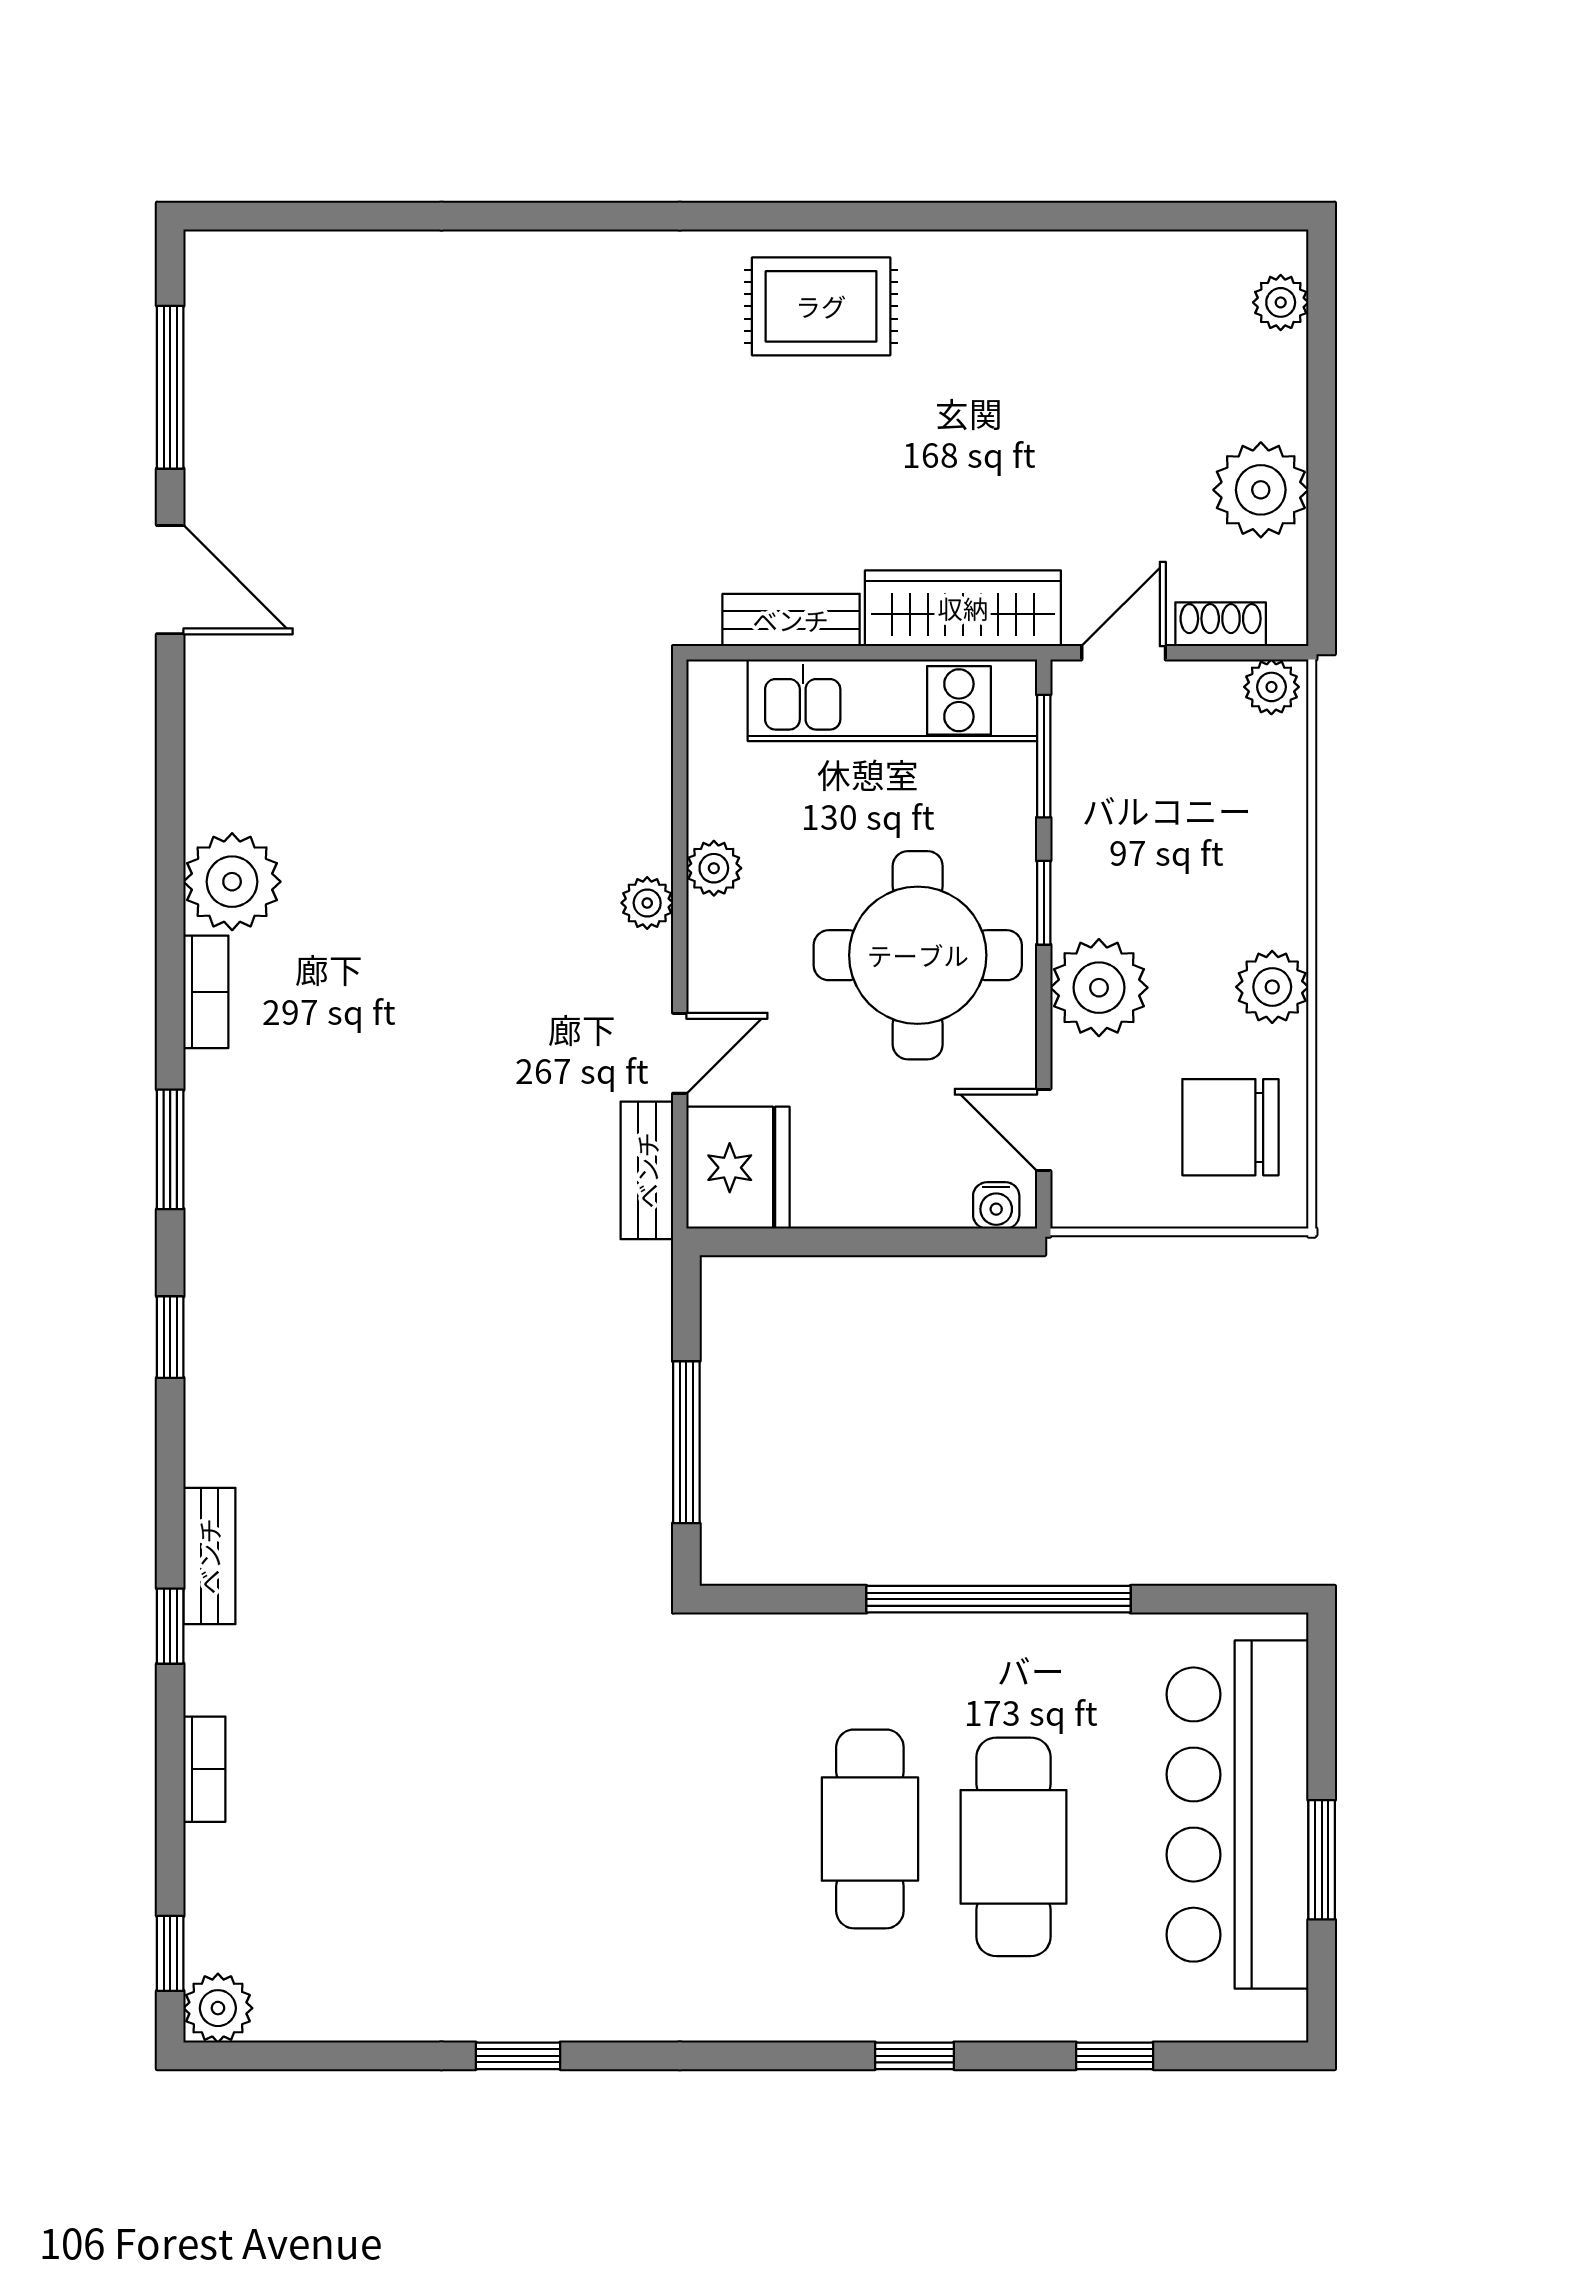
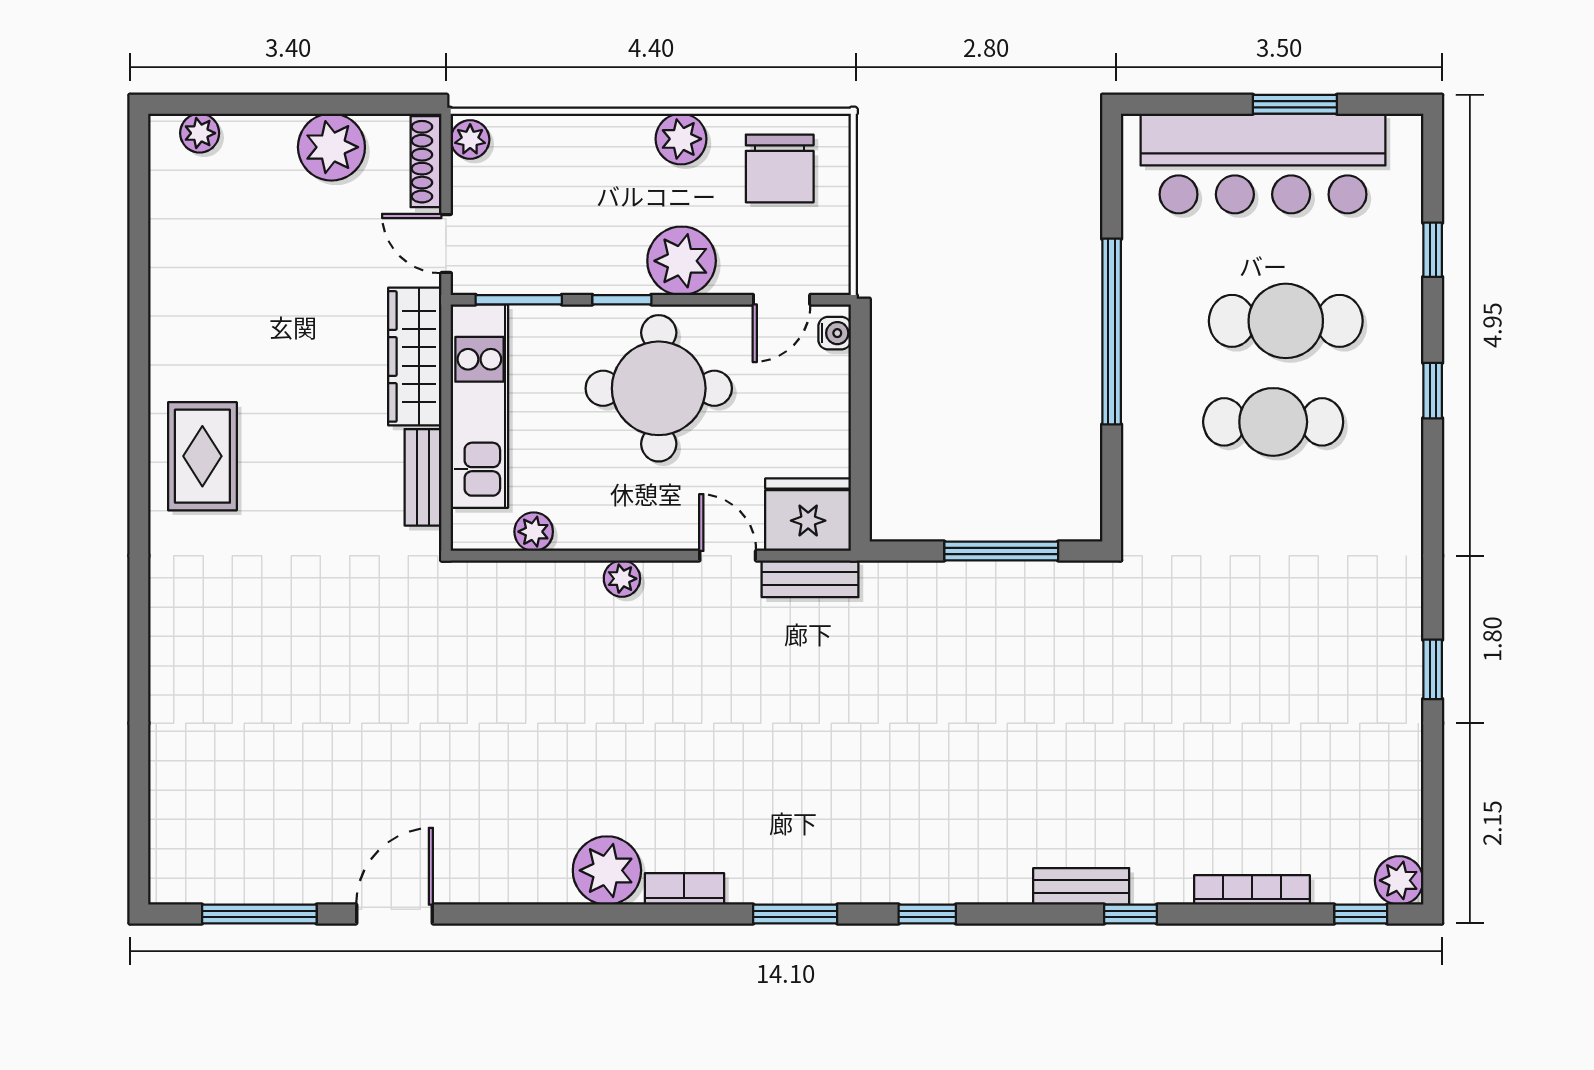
shoe rack: (1221, 624) -> (426, 162), width x1.43
plant: (714, 868) -> (534, 532), moved
bookcase: (204, 1769) -> (1252, 890), width x1.56

